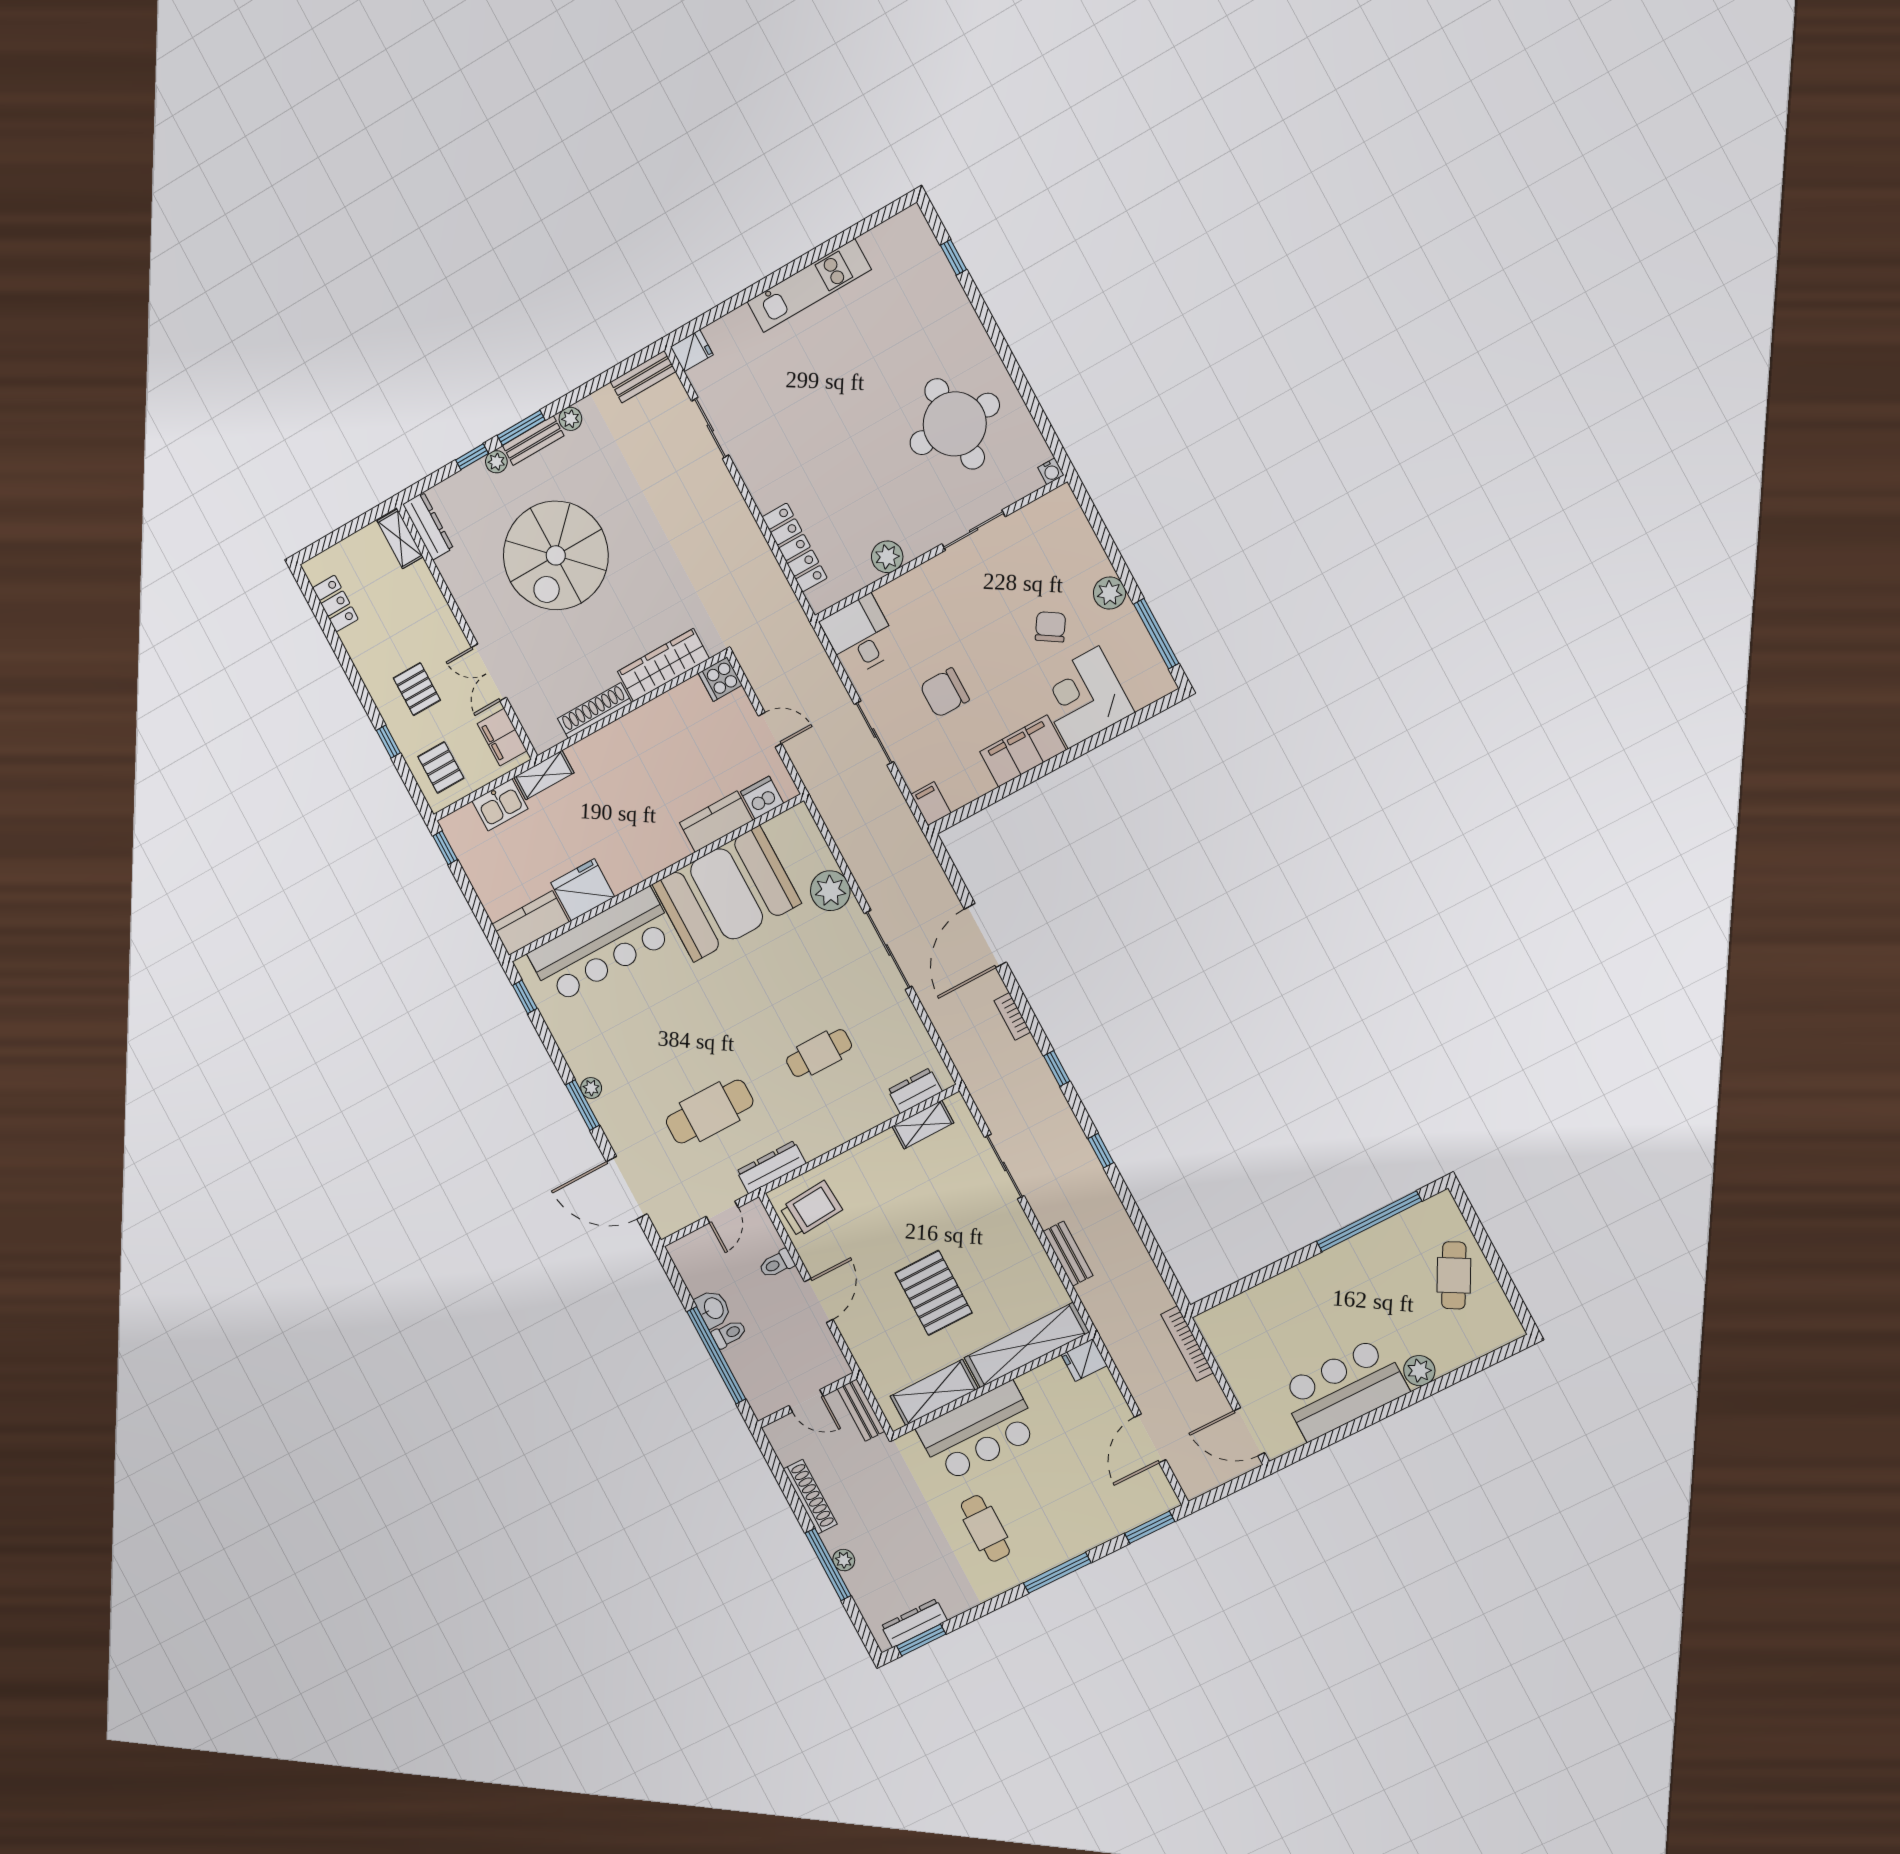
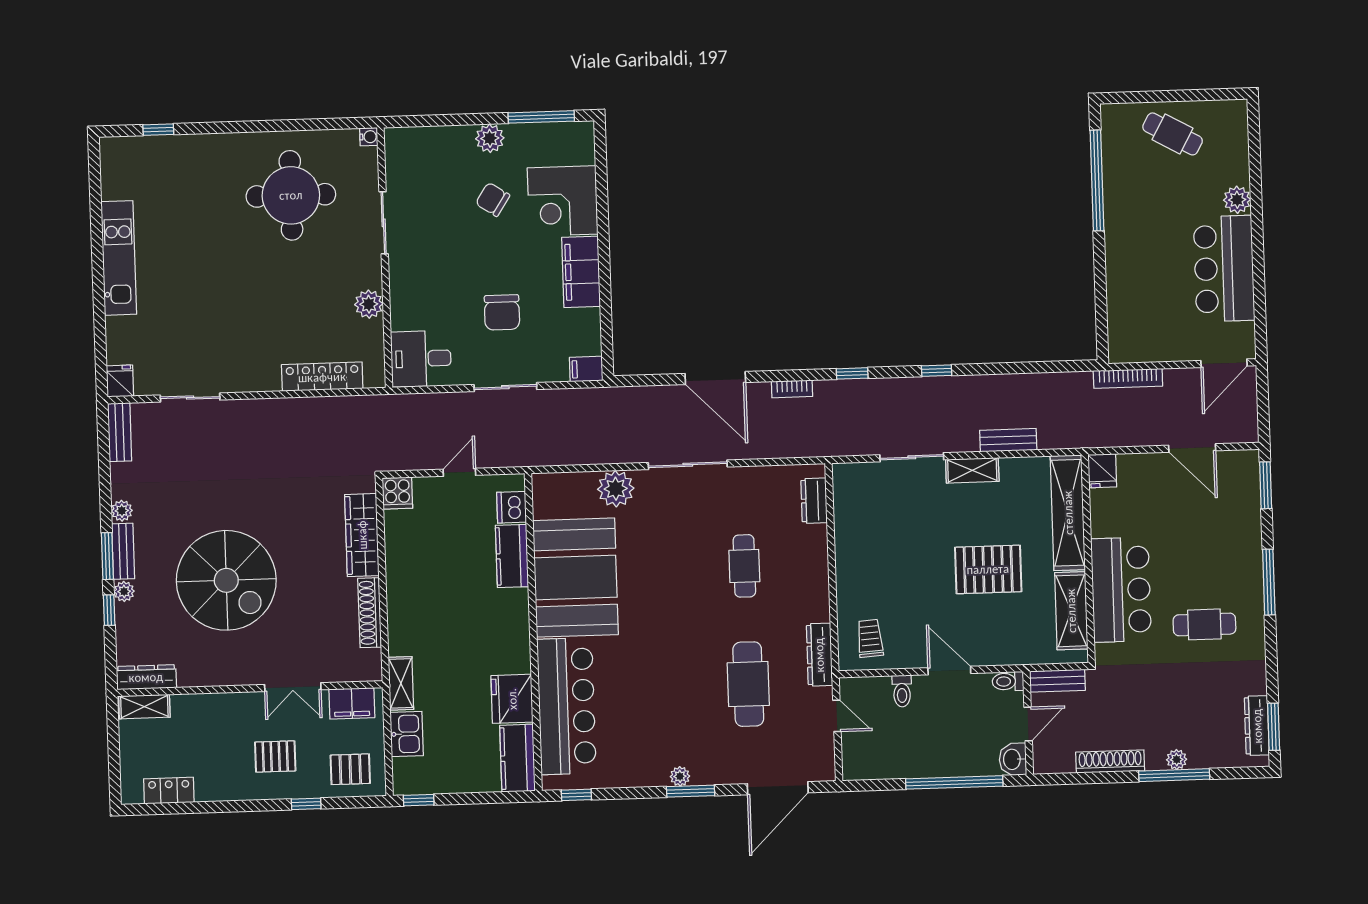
shelving: (923, 1125) -> (972, 470), moved, turned 90
trolley: (811, 1209) -> (870, 638), width x0.73, depth x0.72
washbasin: (713, 1309) -> (1013, 759), moved, turned -90
toilet: (729, 1334) -> (1008, 681), moved, turned -90

